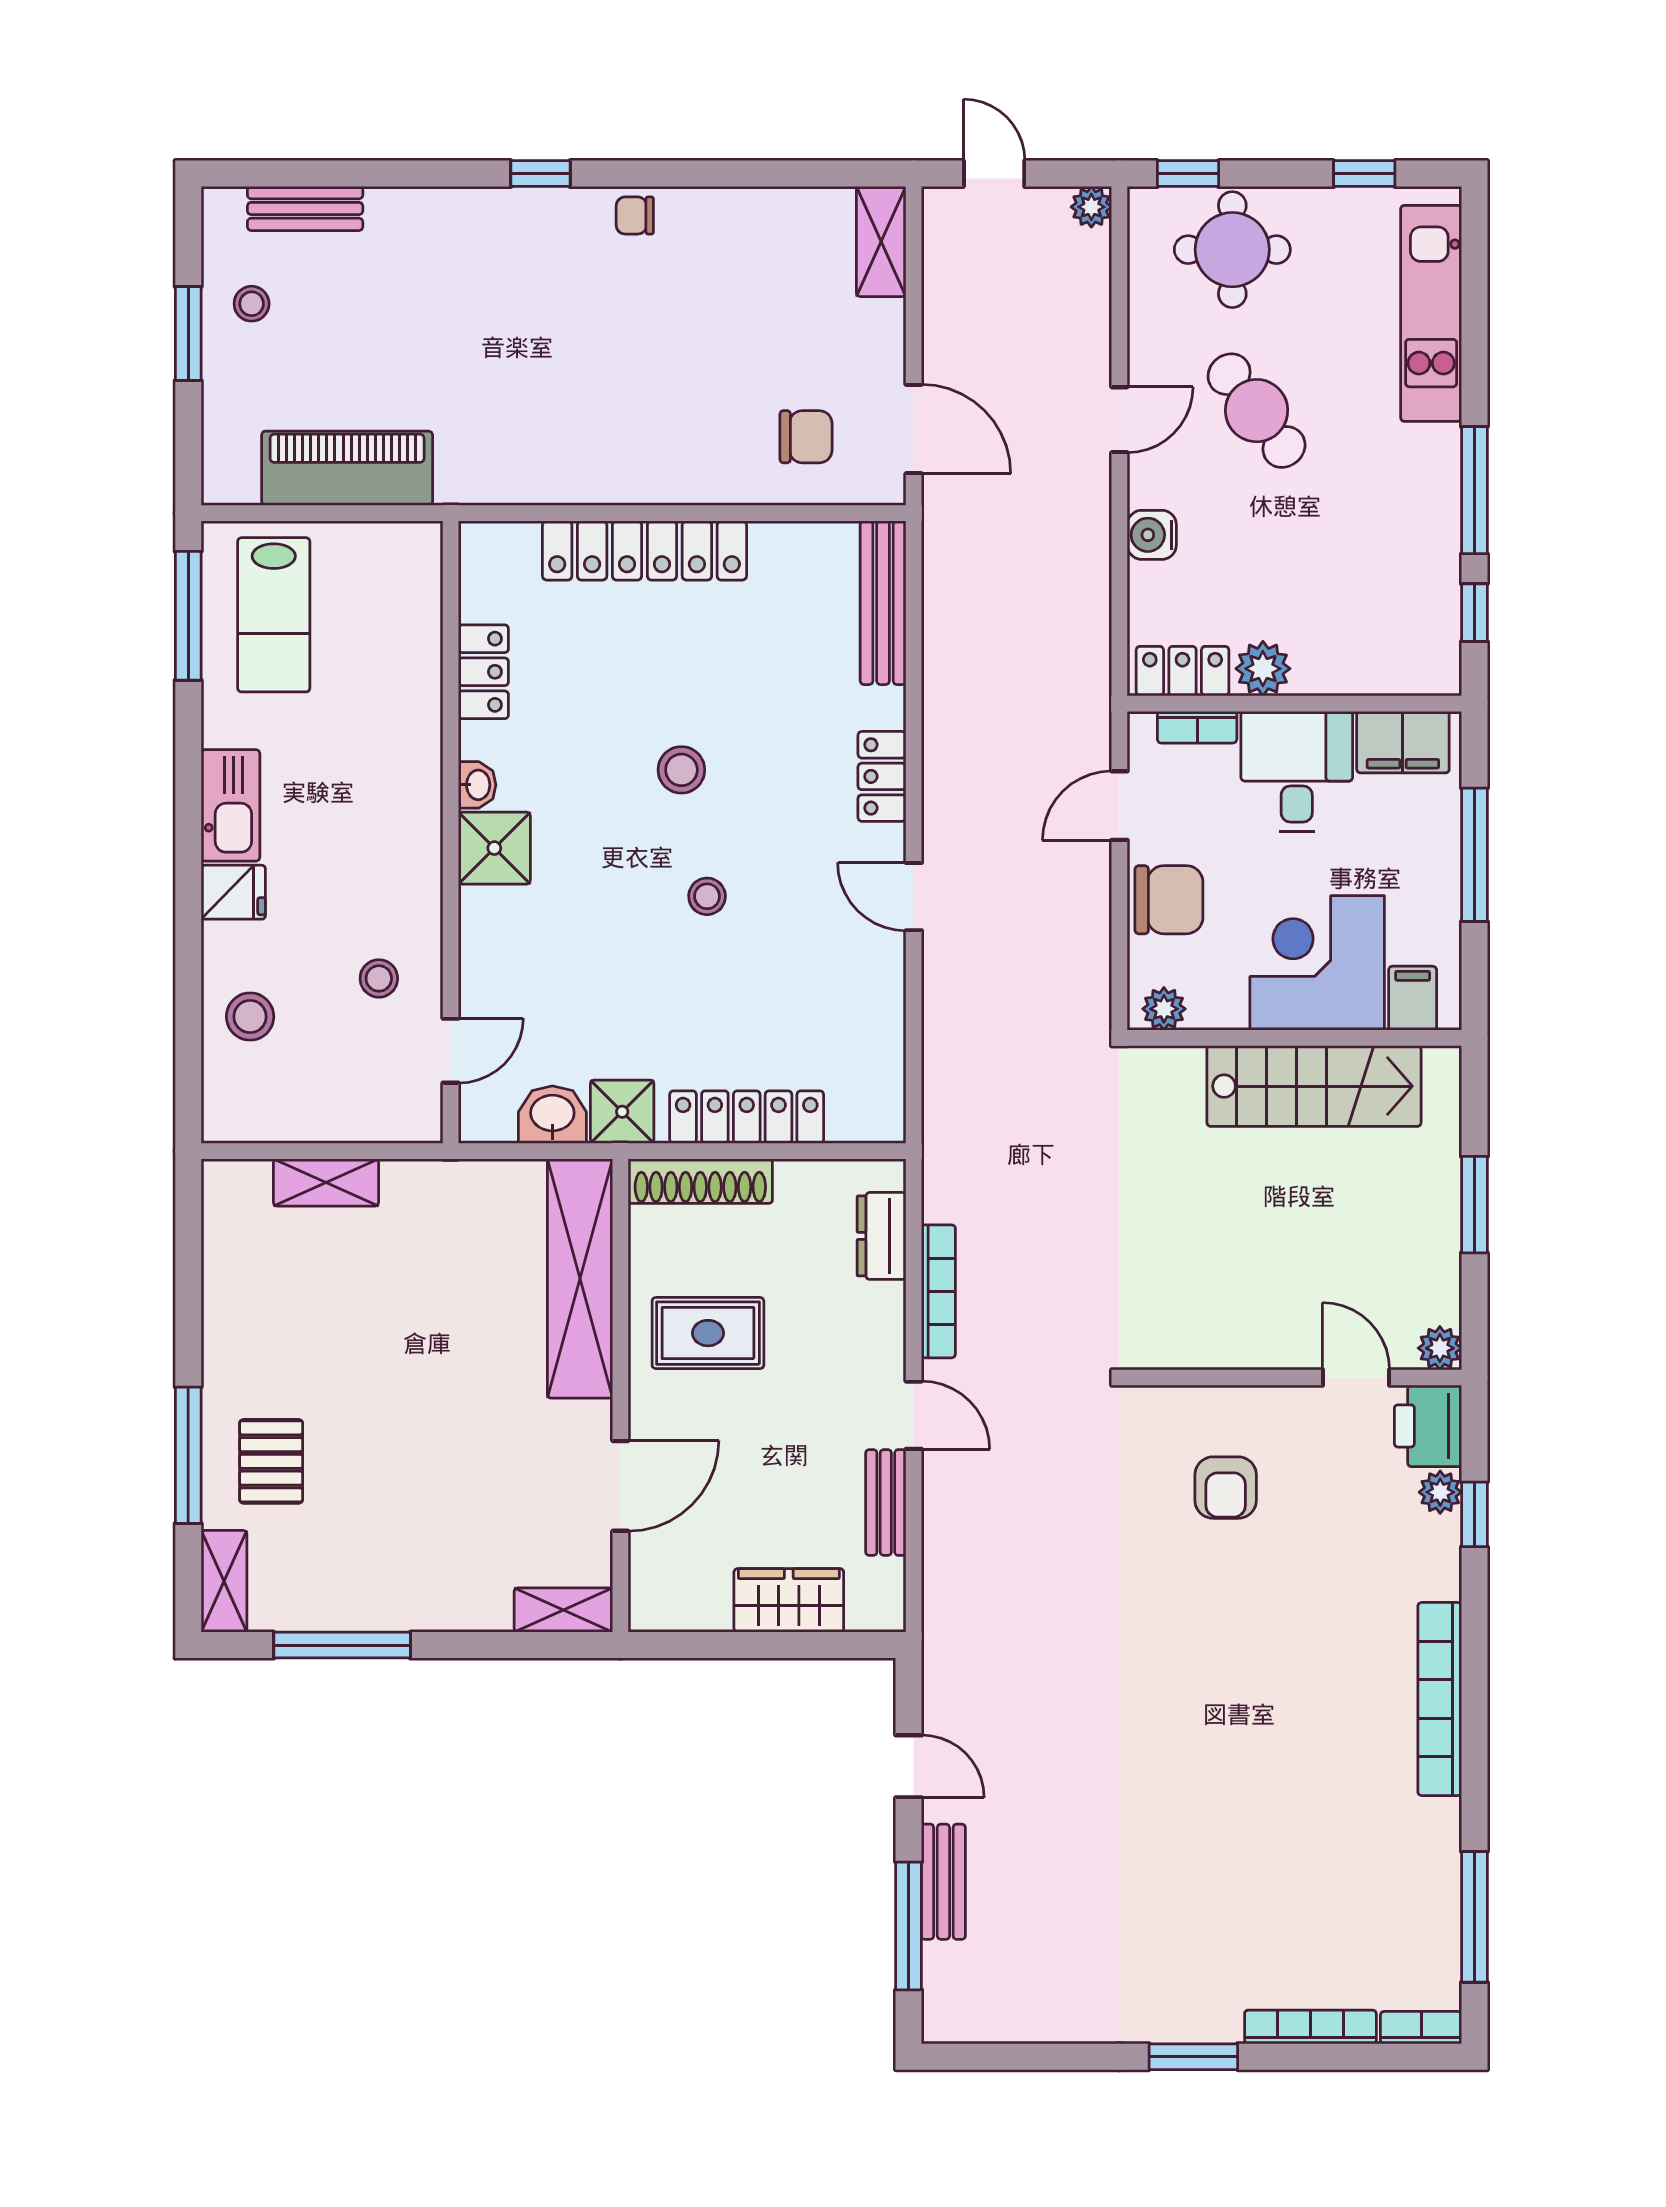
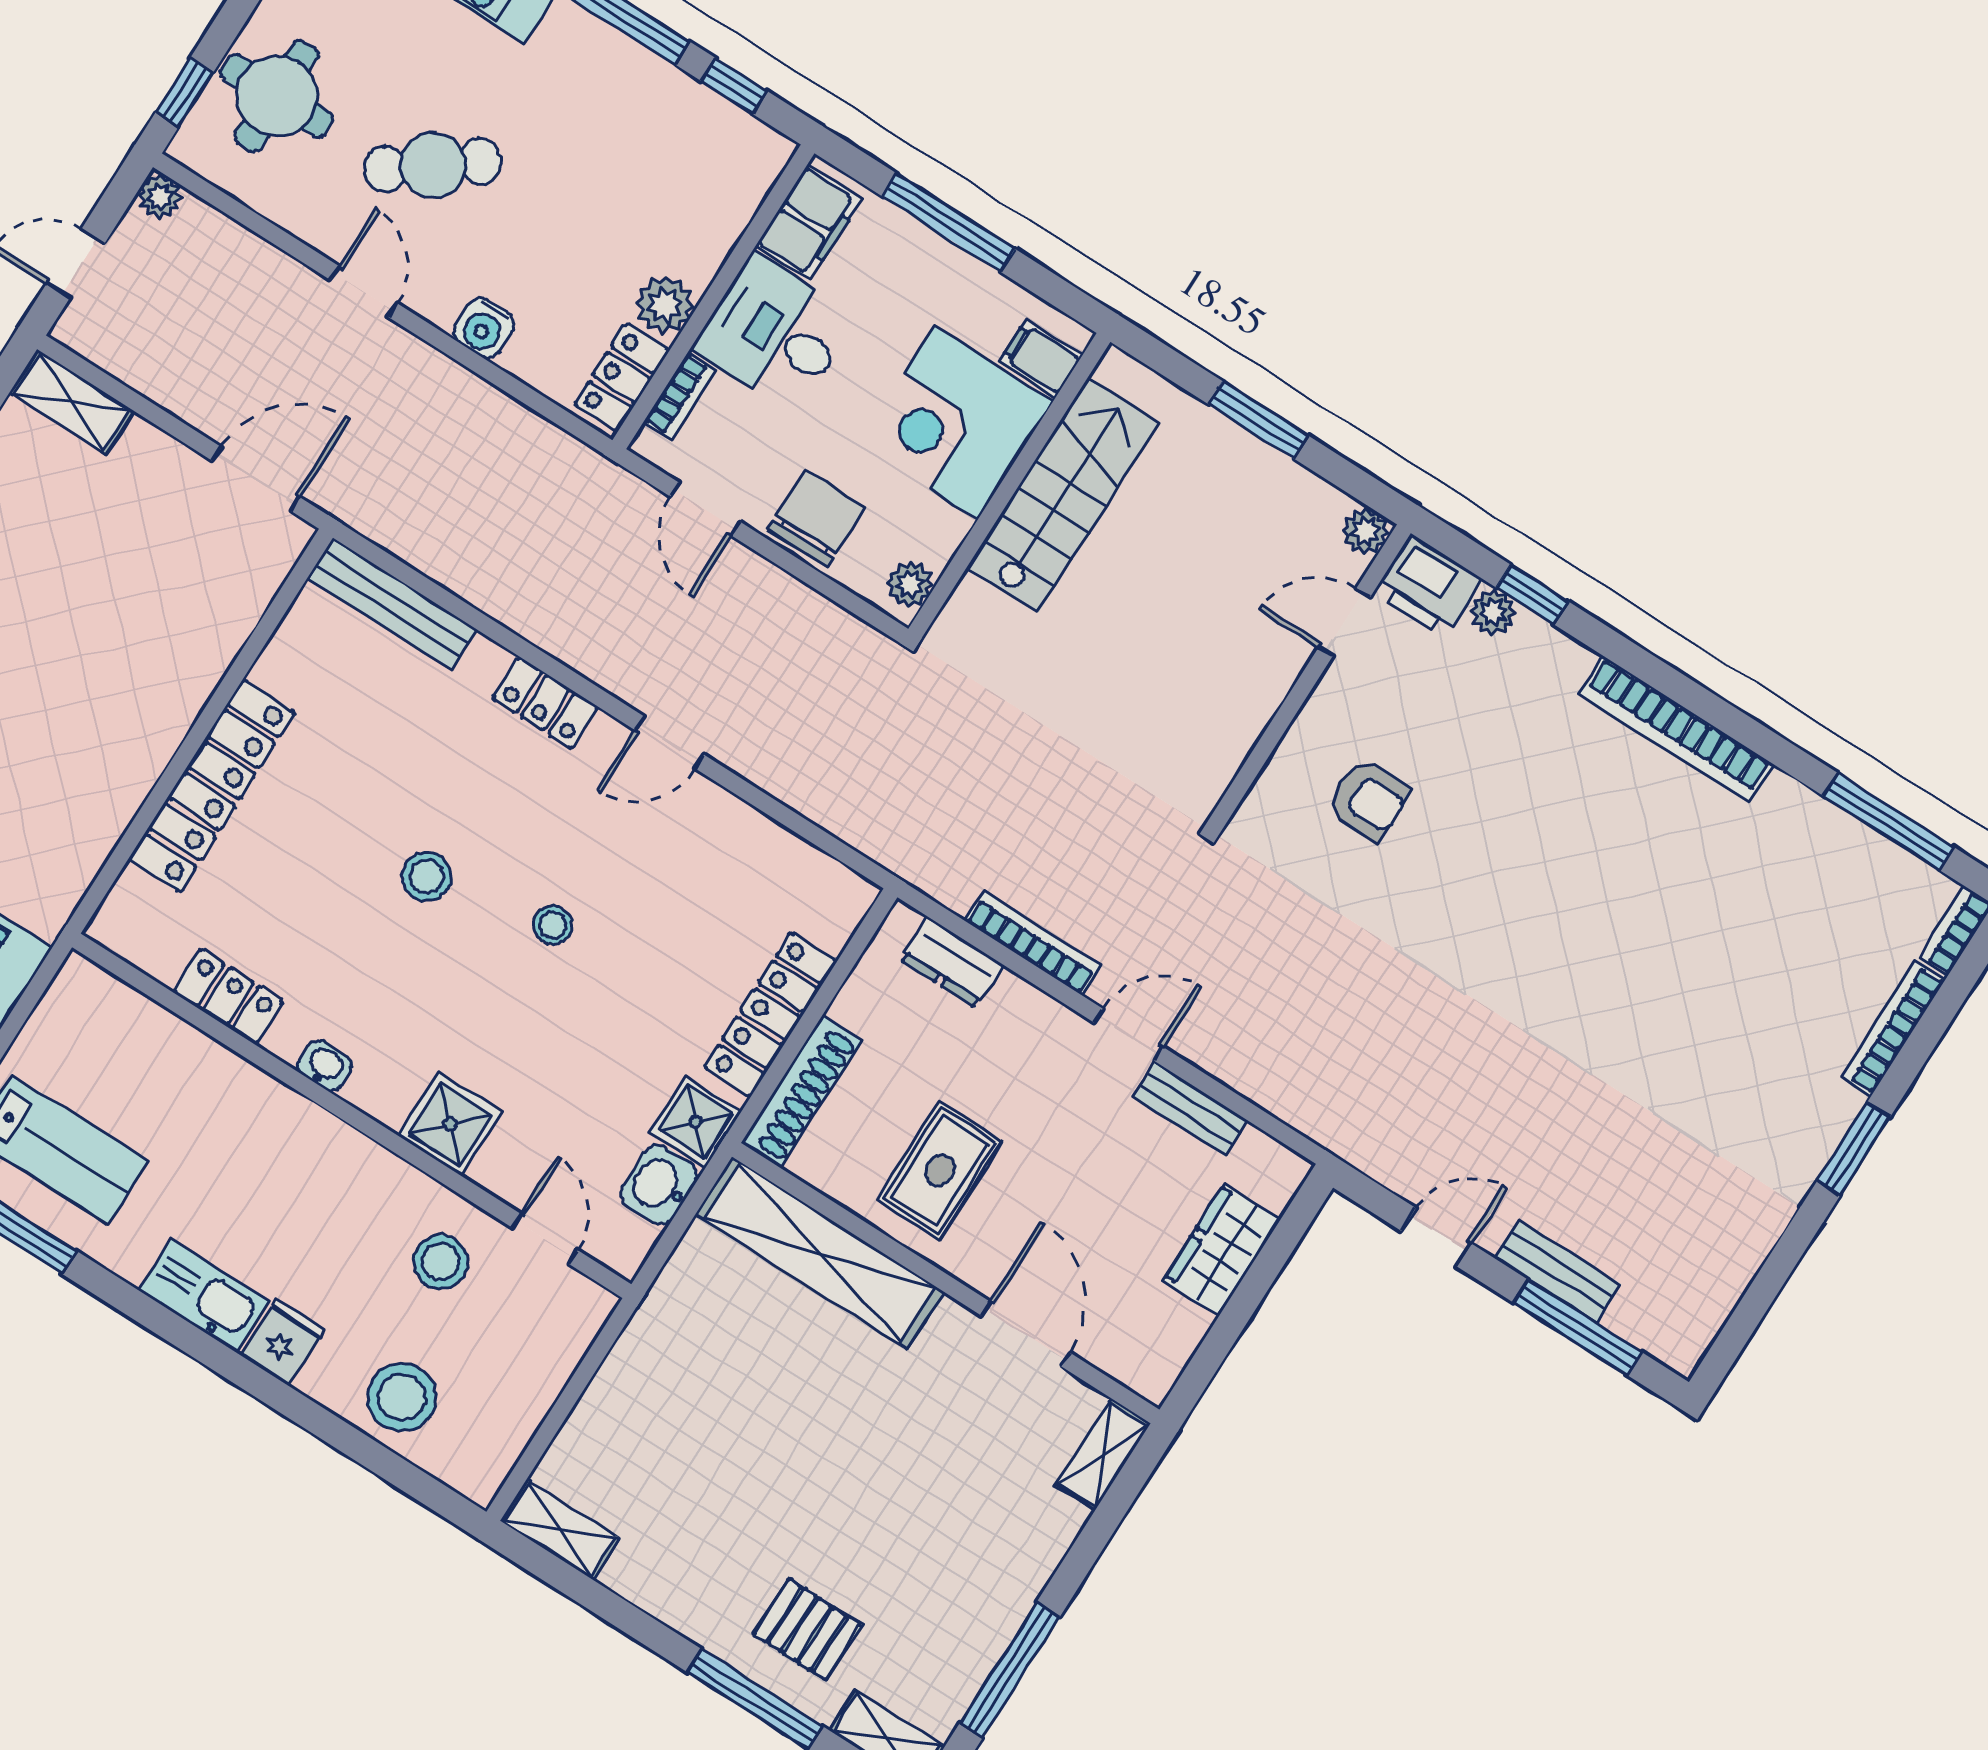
chair: (806, 437) -> (202, 579), removed
shower: (494, 848) -> (450, 1124), moved
stool: (379, 978) -> (441, 1262), width x1.37, depth x1.37
stool: (250, 1017) -> (402, 1397), width x1.38, depth x1.38
shelving: (326, 1182) -> (560, 1529), moved, turned 90

